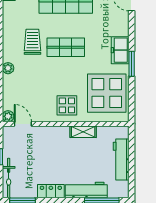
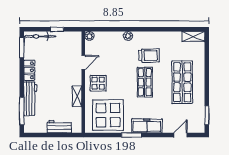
freezer: (120, 50) -> (147, 126), width x1.40
door: (23, 124) -> (83, 62), moved
workbench: (121, 159) -> (59, 127), width x0.73

